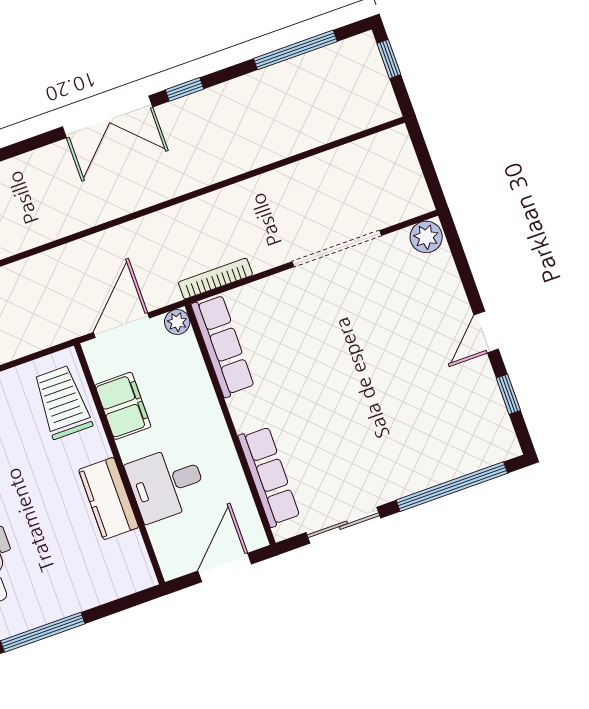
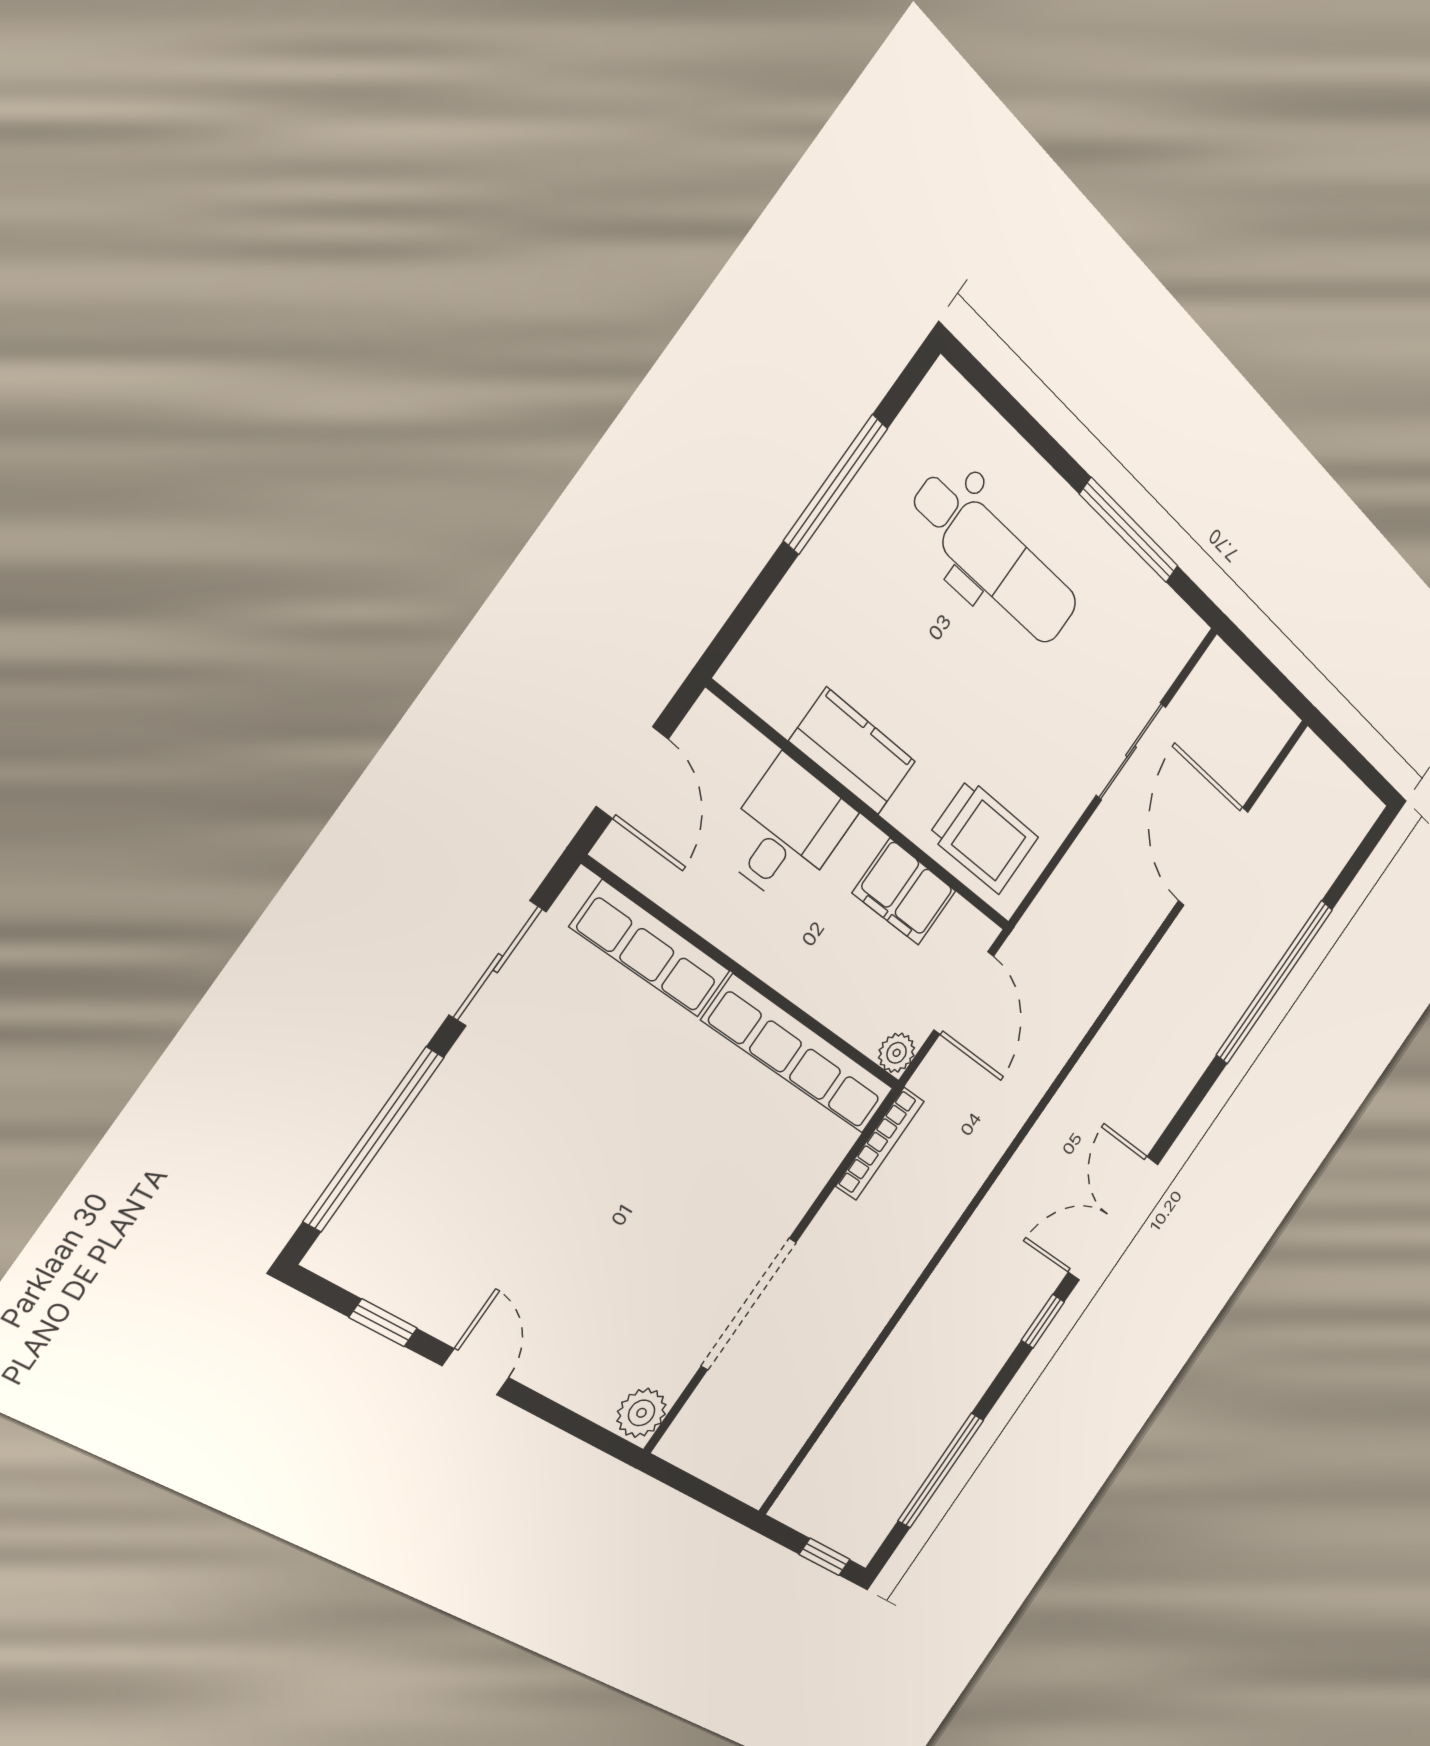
row of seats: (223, 346) -> (799, 1055), width x1.36

